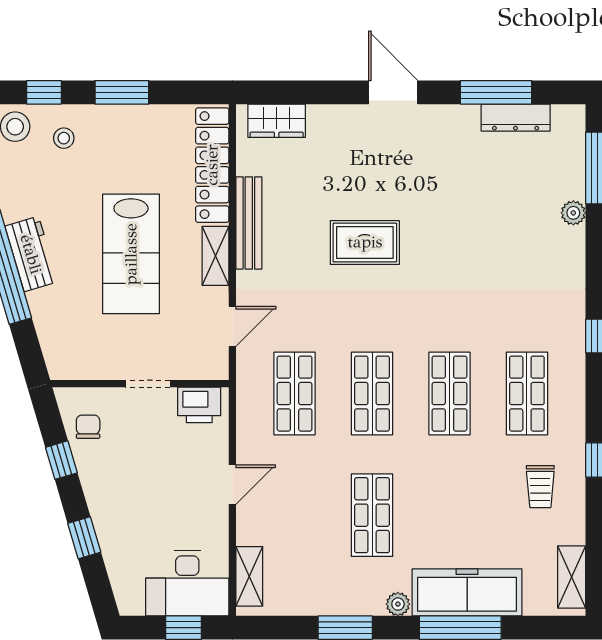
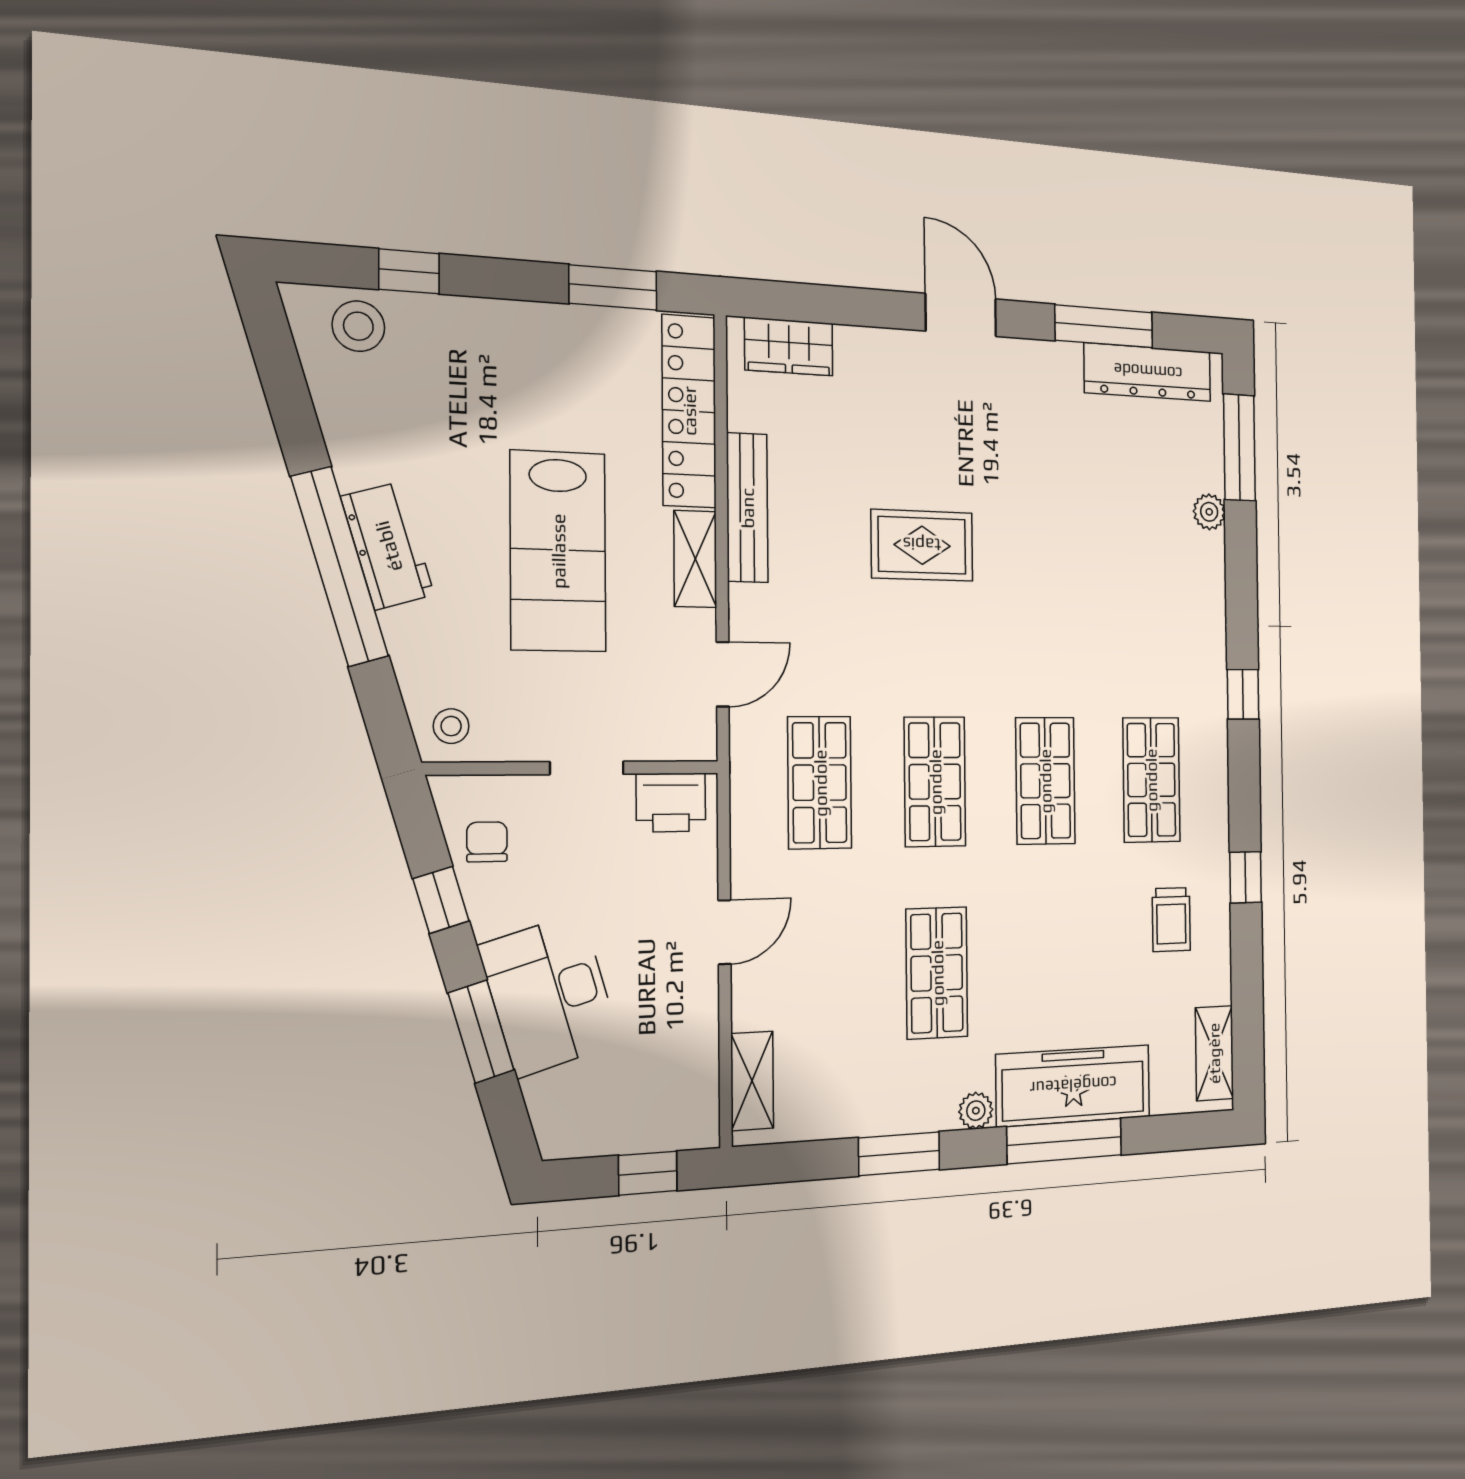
window: (122, 92) -> (613, 287), moved
dresser: (516, 118) -> (1148, 372), width x1.37, depth x1.24
stool: (64, 138) -> (451, 726), moved
window: (84, 538) -> (481, 1032), width x1.50
desk: (187, 583) -> (550, 995), moved, turned 74

